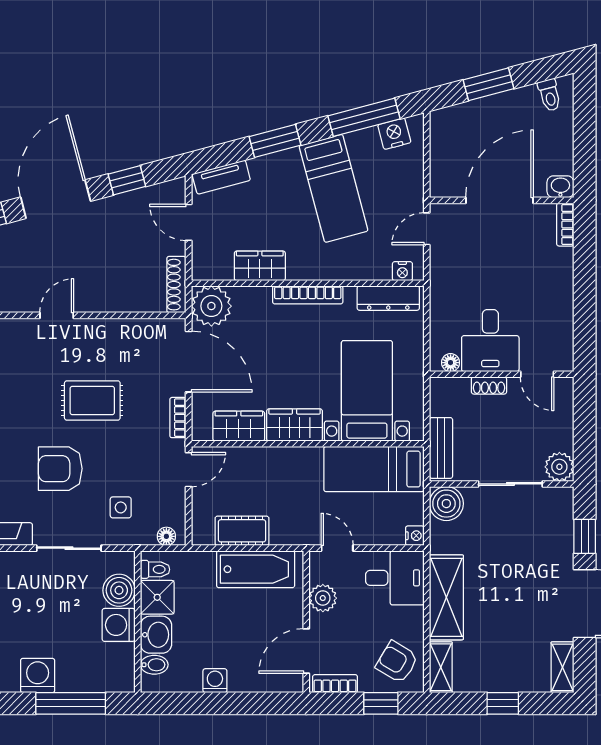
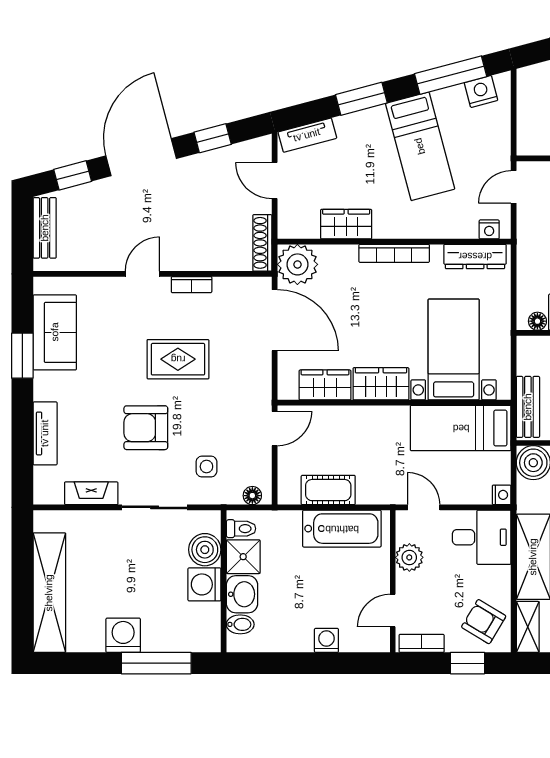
bookcase: (178, 418) -> (192, 285), moved, turned -90
door: (306, 651) -> (393, 611), width x0.73
washing machine: (215, 681) -> (326, 640), moved

